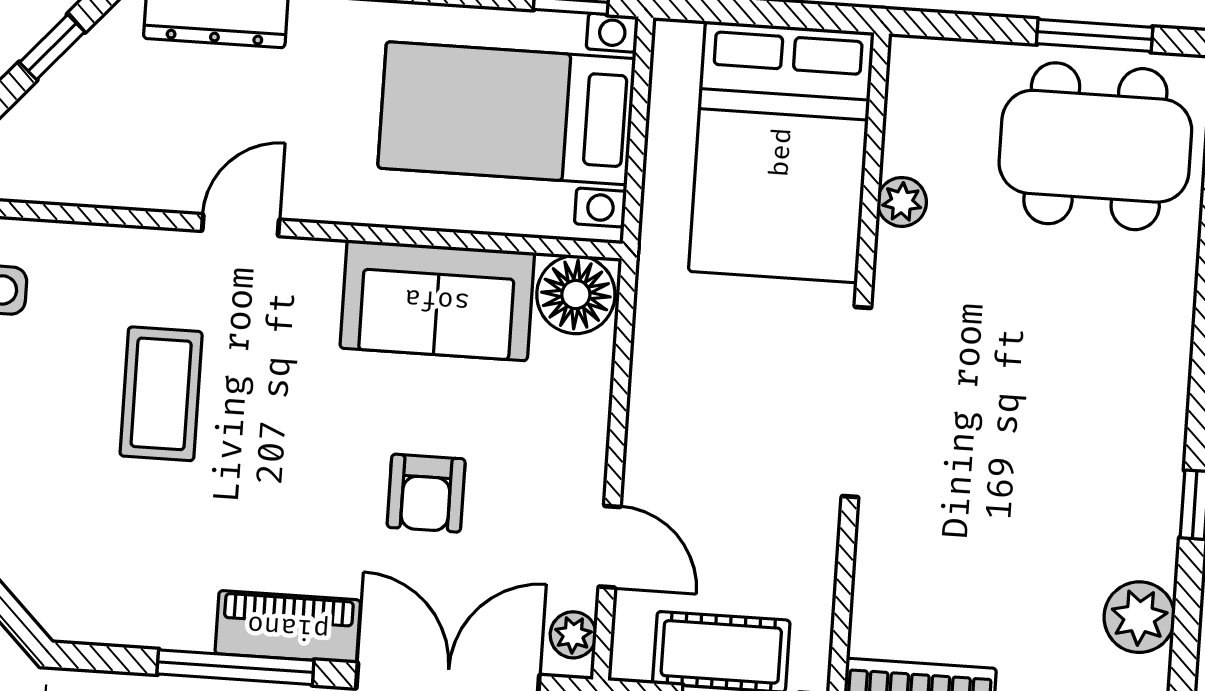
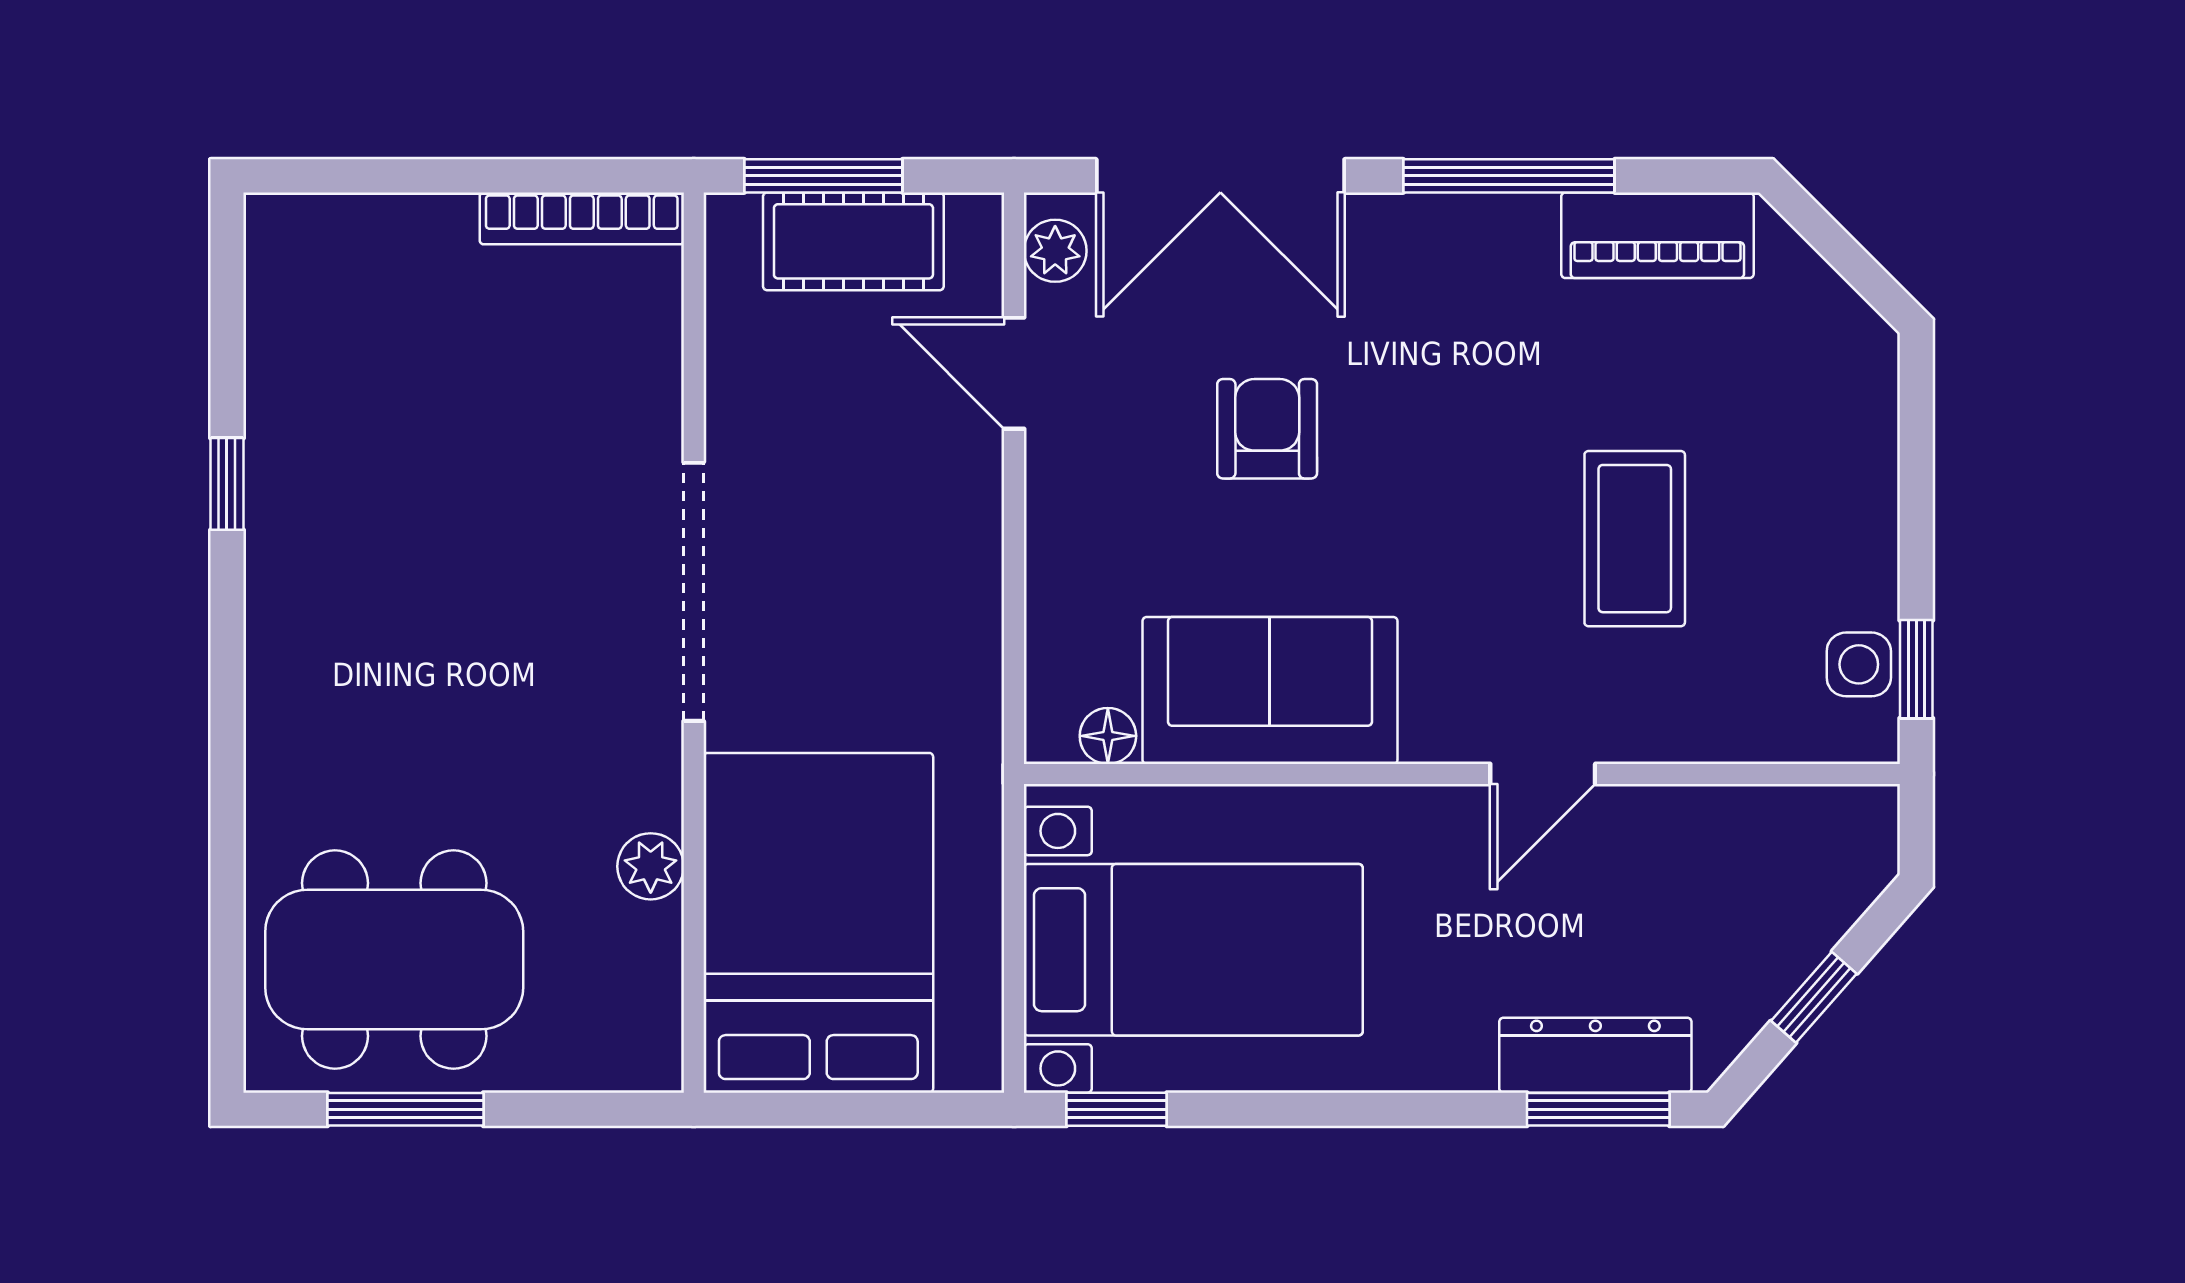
floor lamp: (576, 295) -> (1108, 736), width x0.53, depth x0.53
plant: (1139, 617) -> (291, 327), removed
piano: (288, 627) -> (1657, 235), moved

